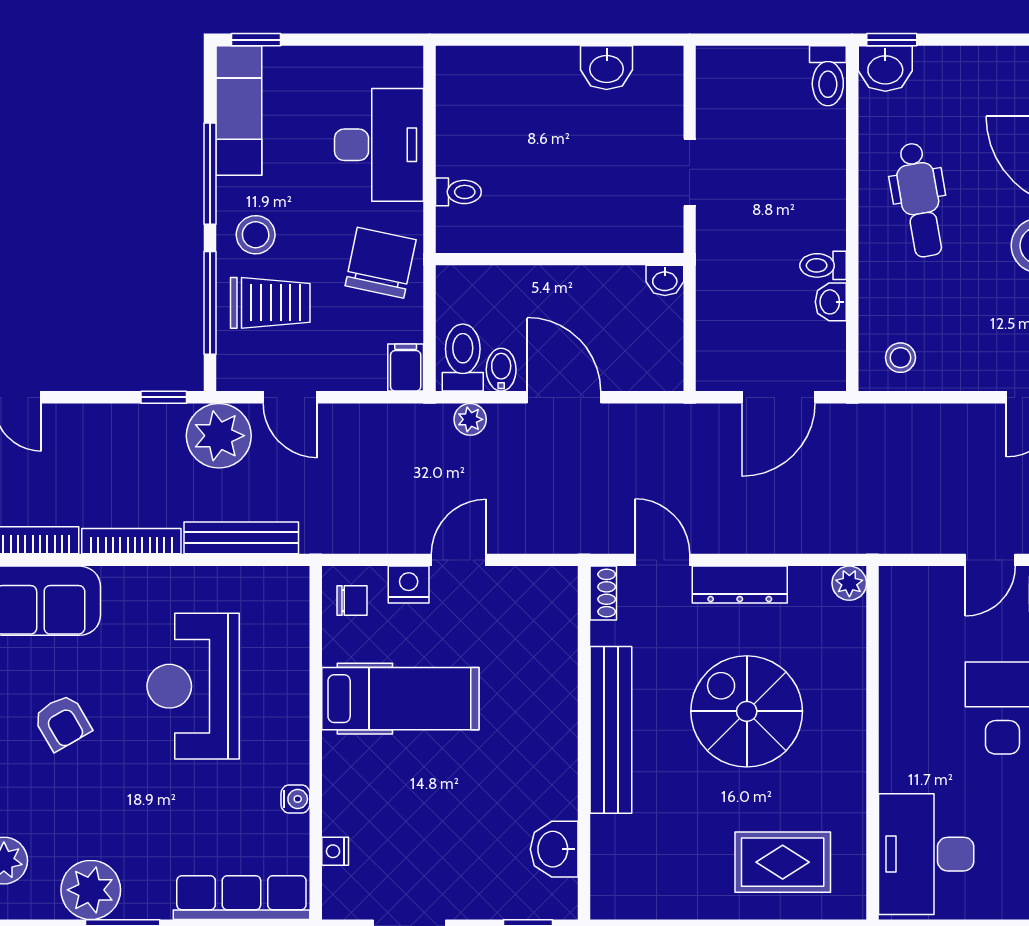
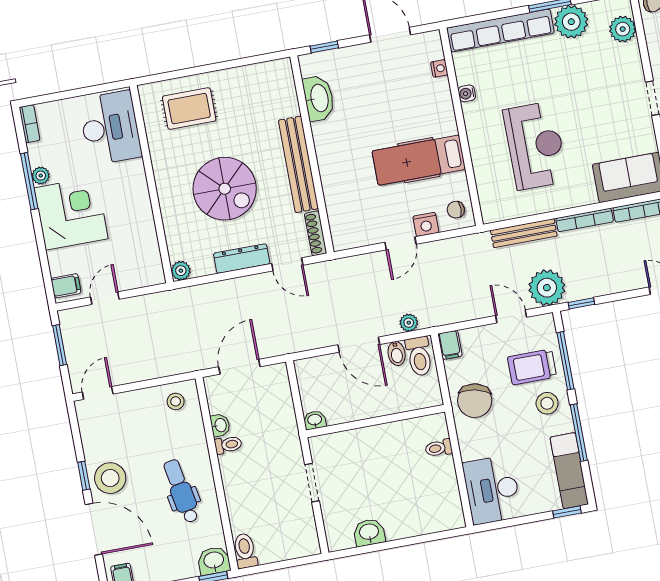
desk: (379, 145) -> (492, 490), moved
shoe rack: (603, 593) -> (316, 233), width x1.43
armchair: (62, 722) -> (604, 112), removed
washbasin: (554, 849) -> (319, 98), width x1.38
row of seats: (241, 898) -> (500, 30), width x1.36

